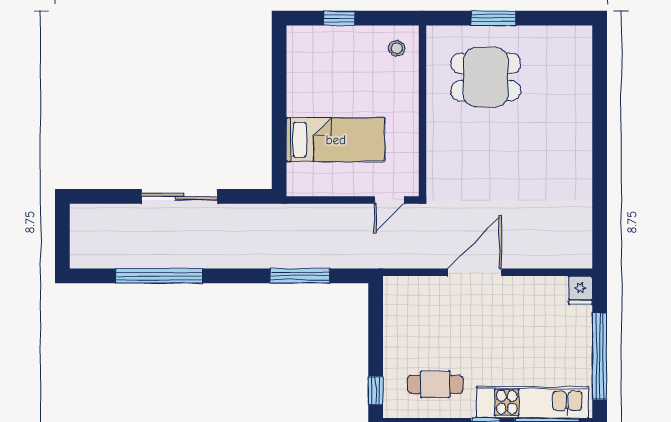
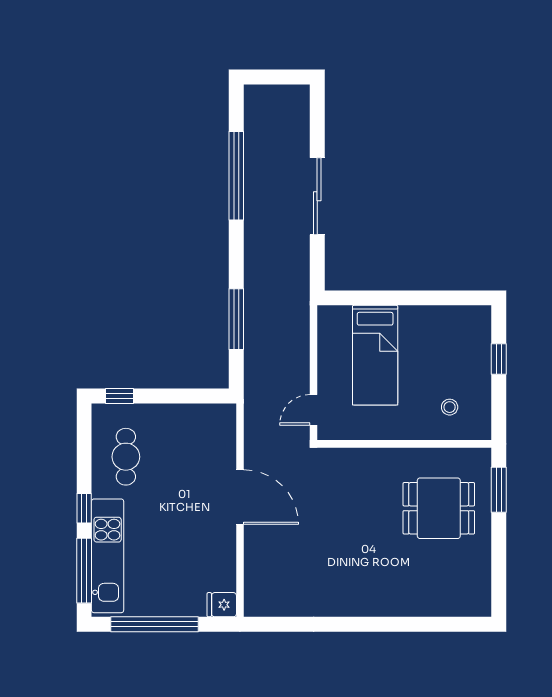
window: (493, 18) -> (499, 490), moved
stool: (397, 48) -> (450, 407), moved
dining table: (486, 77) -> (439, 508), turned 90
door: (389, 200) -> (314, 410), hinge flipped

